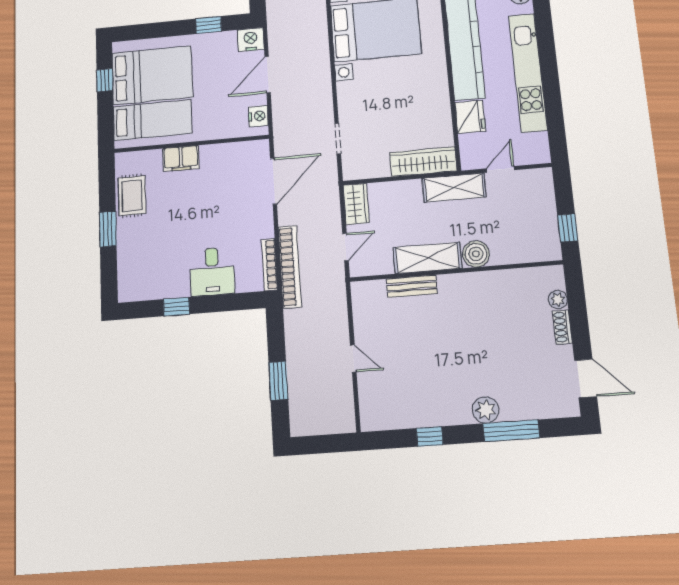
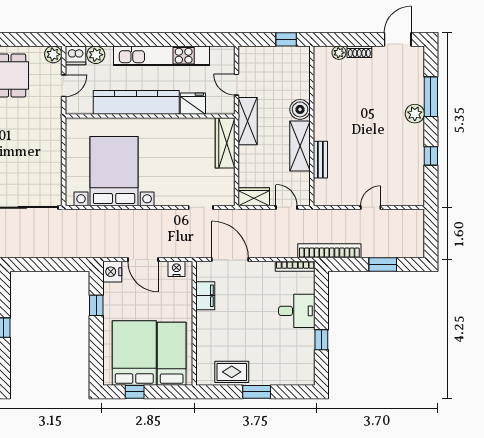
filing cabinet: (181, 158) -> (205, 296), moved
bookcase: (290, 267) -> (329, 251), moved

